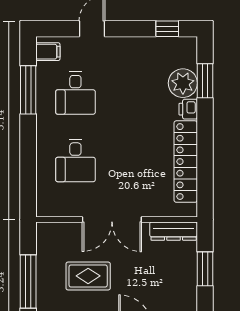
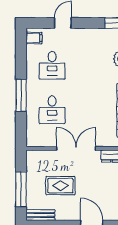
window: (28, 90) -> (21, 95), moved
double door: (112, 219) -> (76, 148), swing flipped

